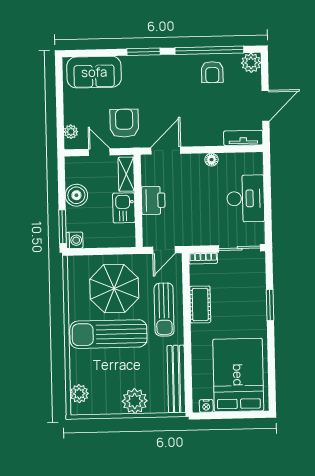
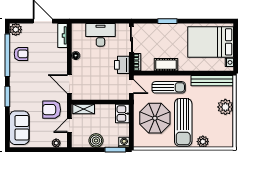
printer: (153, 200) -> (122, 65), moved, turned -90
kitchen sink: (124, 208) -> (122, 114), moved, turned 90
plant: (79, 394) -> (203, 142), moved

